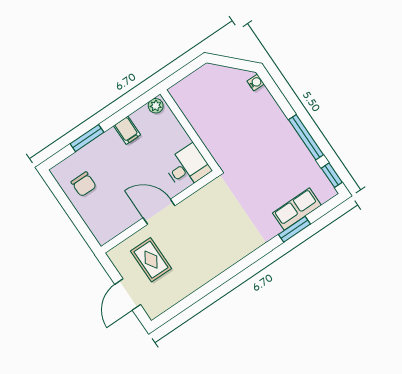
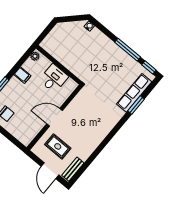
desk: (187, 167) -> (54, 78), moved
row of seats: (297, 209) -> (134, 93), width x1.48
bench: (165, 303) -> (73, 169), added

